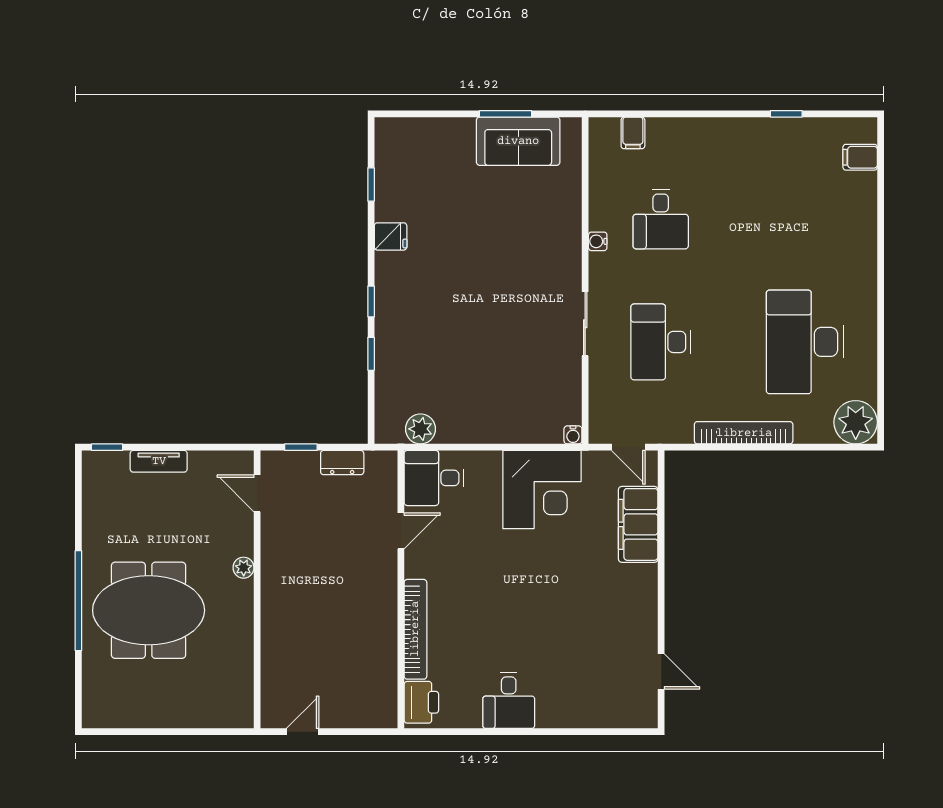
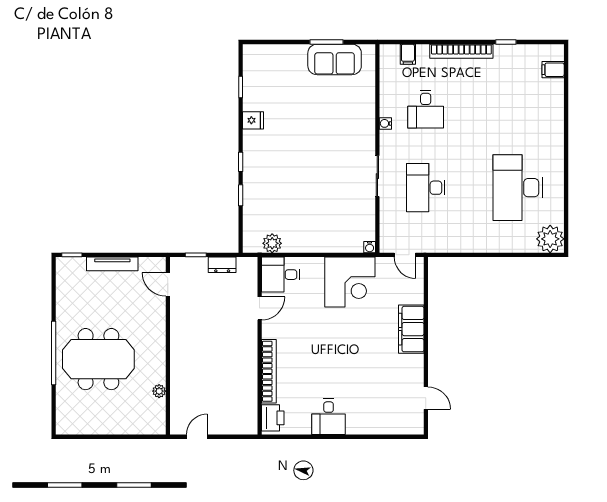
bookcase: (744, 433) -> (461, 51), moved, turned 180
tv unit: (159, 461) -> (112, 264), width x1.41
filing cabinet: (638, 524) -> (411, 329), moved
plant: (244, 568) -> (159, 391), moved

